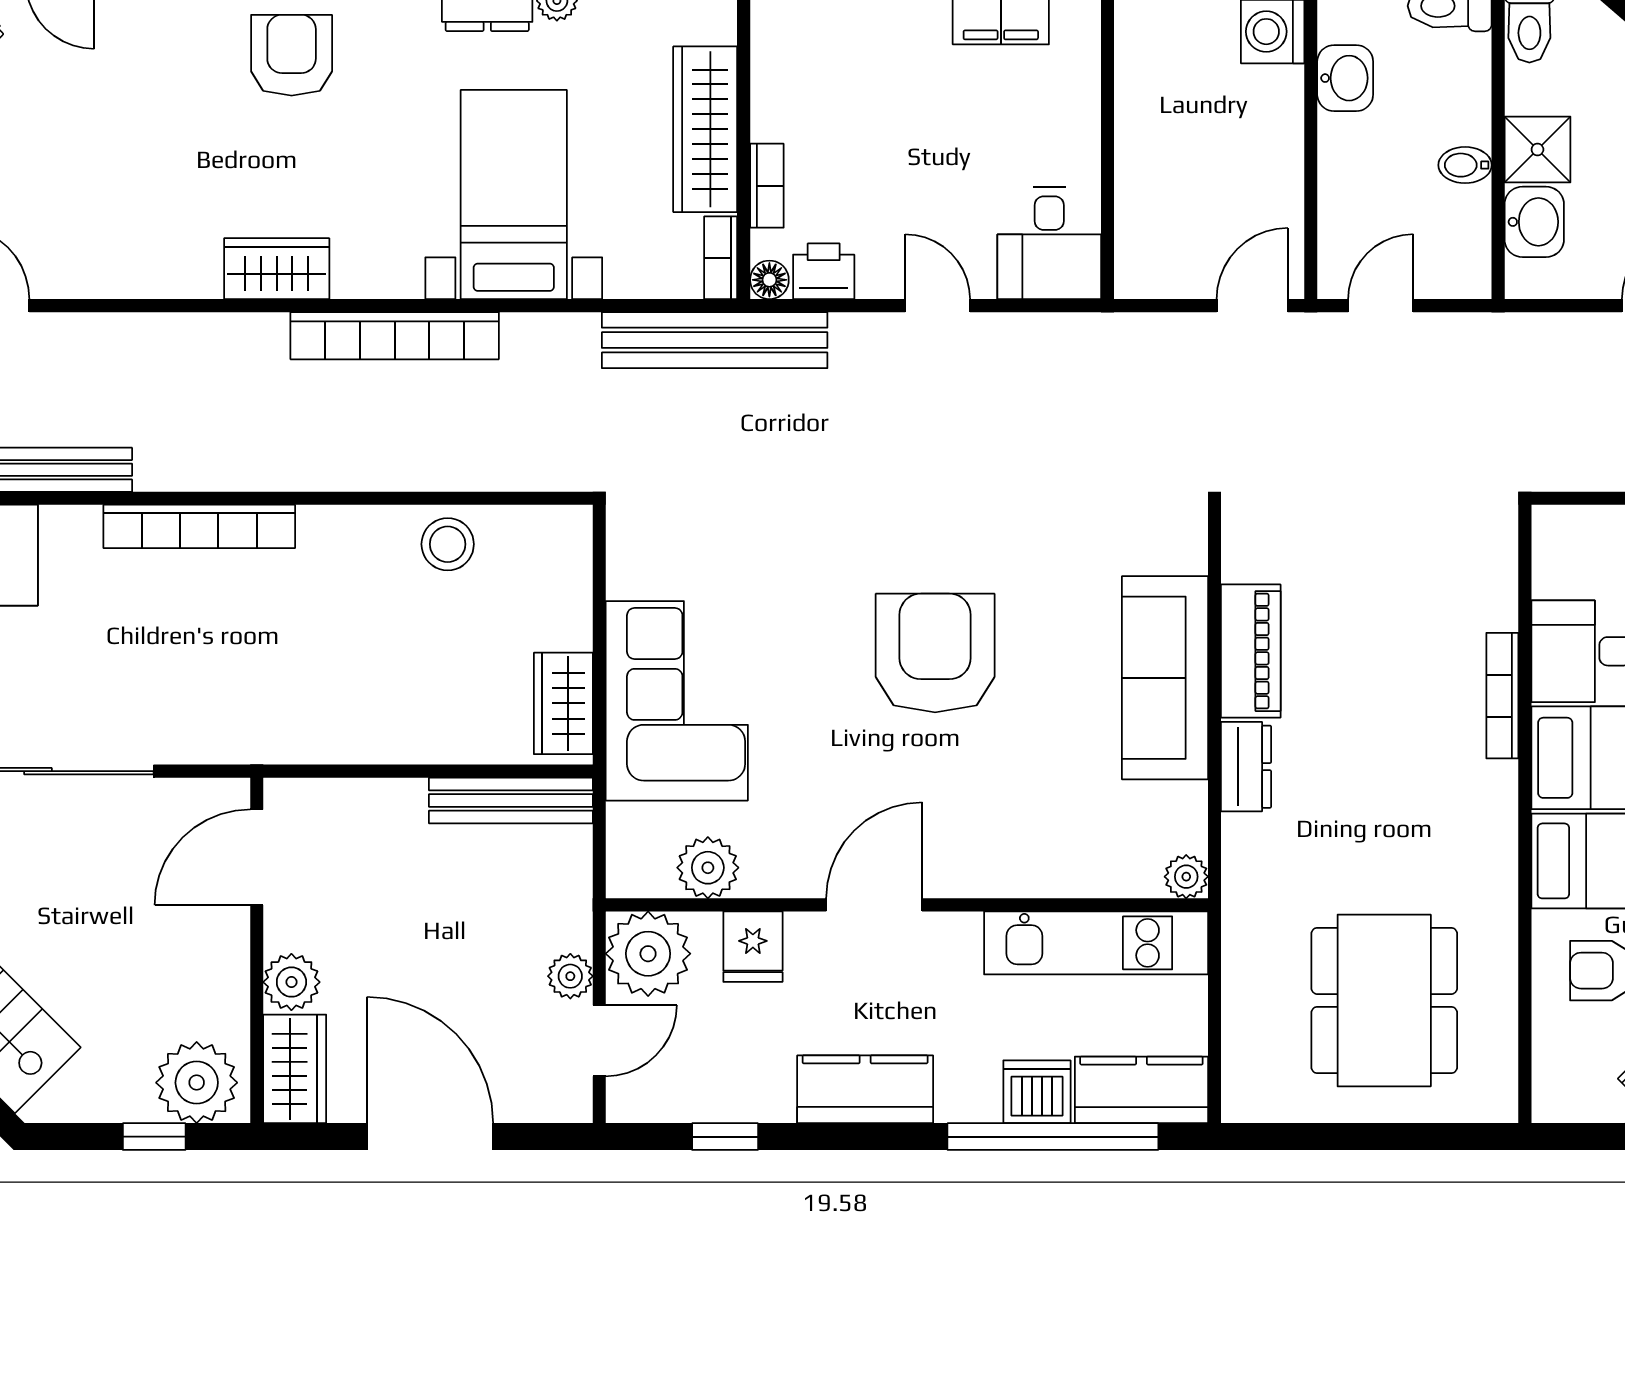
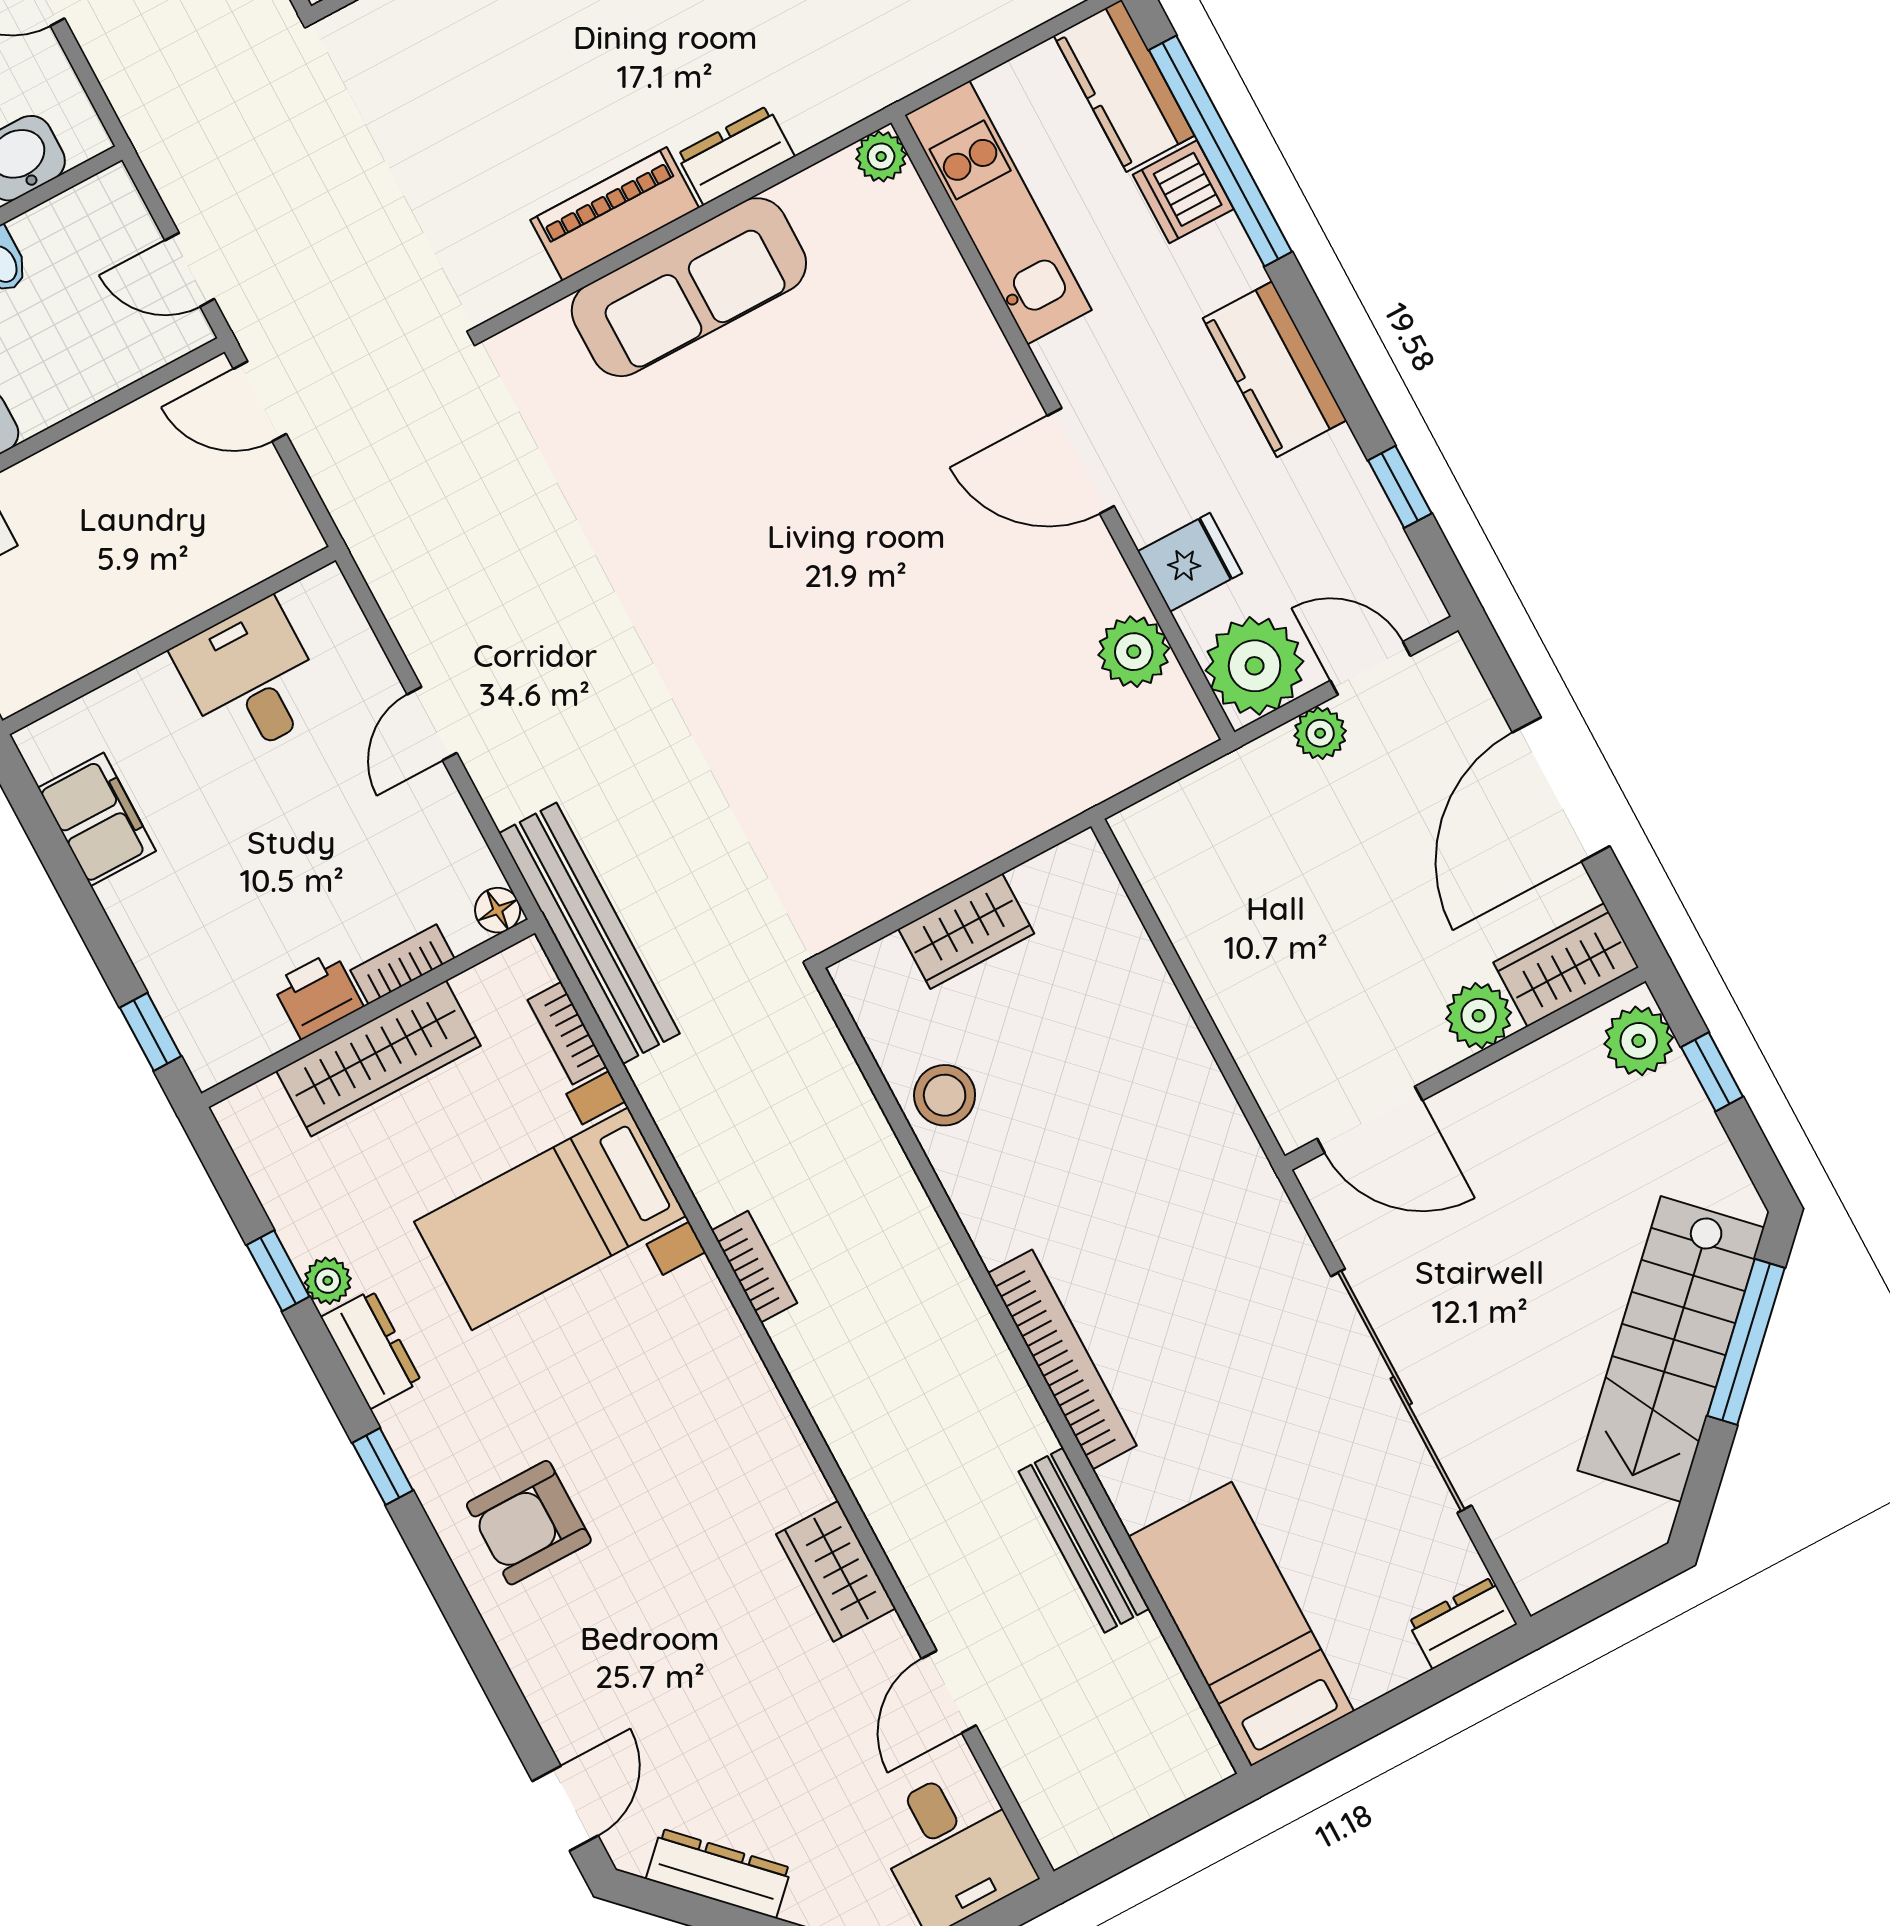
desk: (1049, 243) -> (251, 679), moved, turned -90
bookcase: (721, 258) -> (567, 1033), moved, turned 90
wardrobe: (277, 269) -> (836, 1571), moved
printer: (824, 271) -> (318, 995), moved, turned 90
bookcase: (395, 336) -> (754, 1267), width x0.43, depth x0.76
armchair: (935, 653) -> (789, 536), removed
corner sofa: (677, 701) -> (980, 775), removed
wardrobe: (563, 703) -> (966, 931), moved
bench: (511, 800) -> (1173, 890), removed
plant: (197, 1083) -> (1639, 1041), width x0.73, depth x0.73

